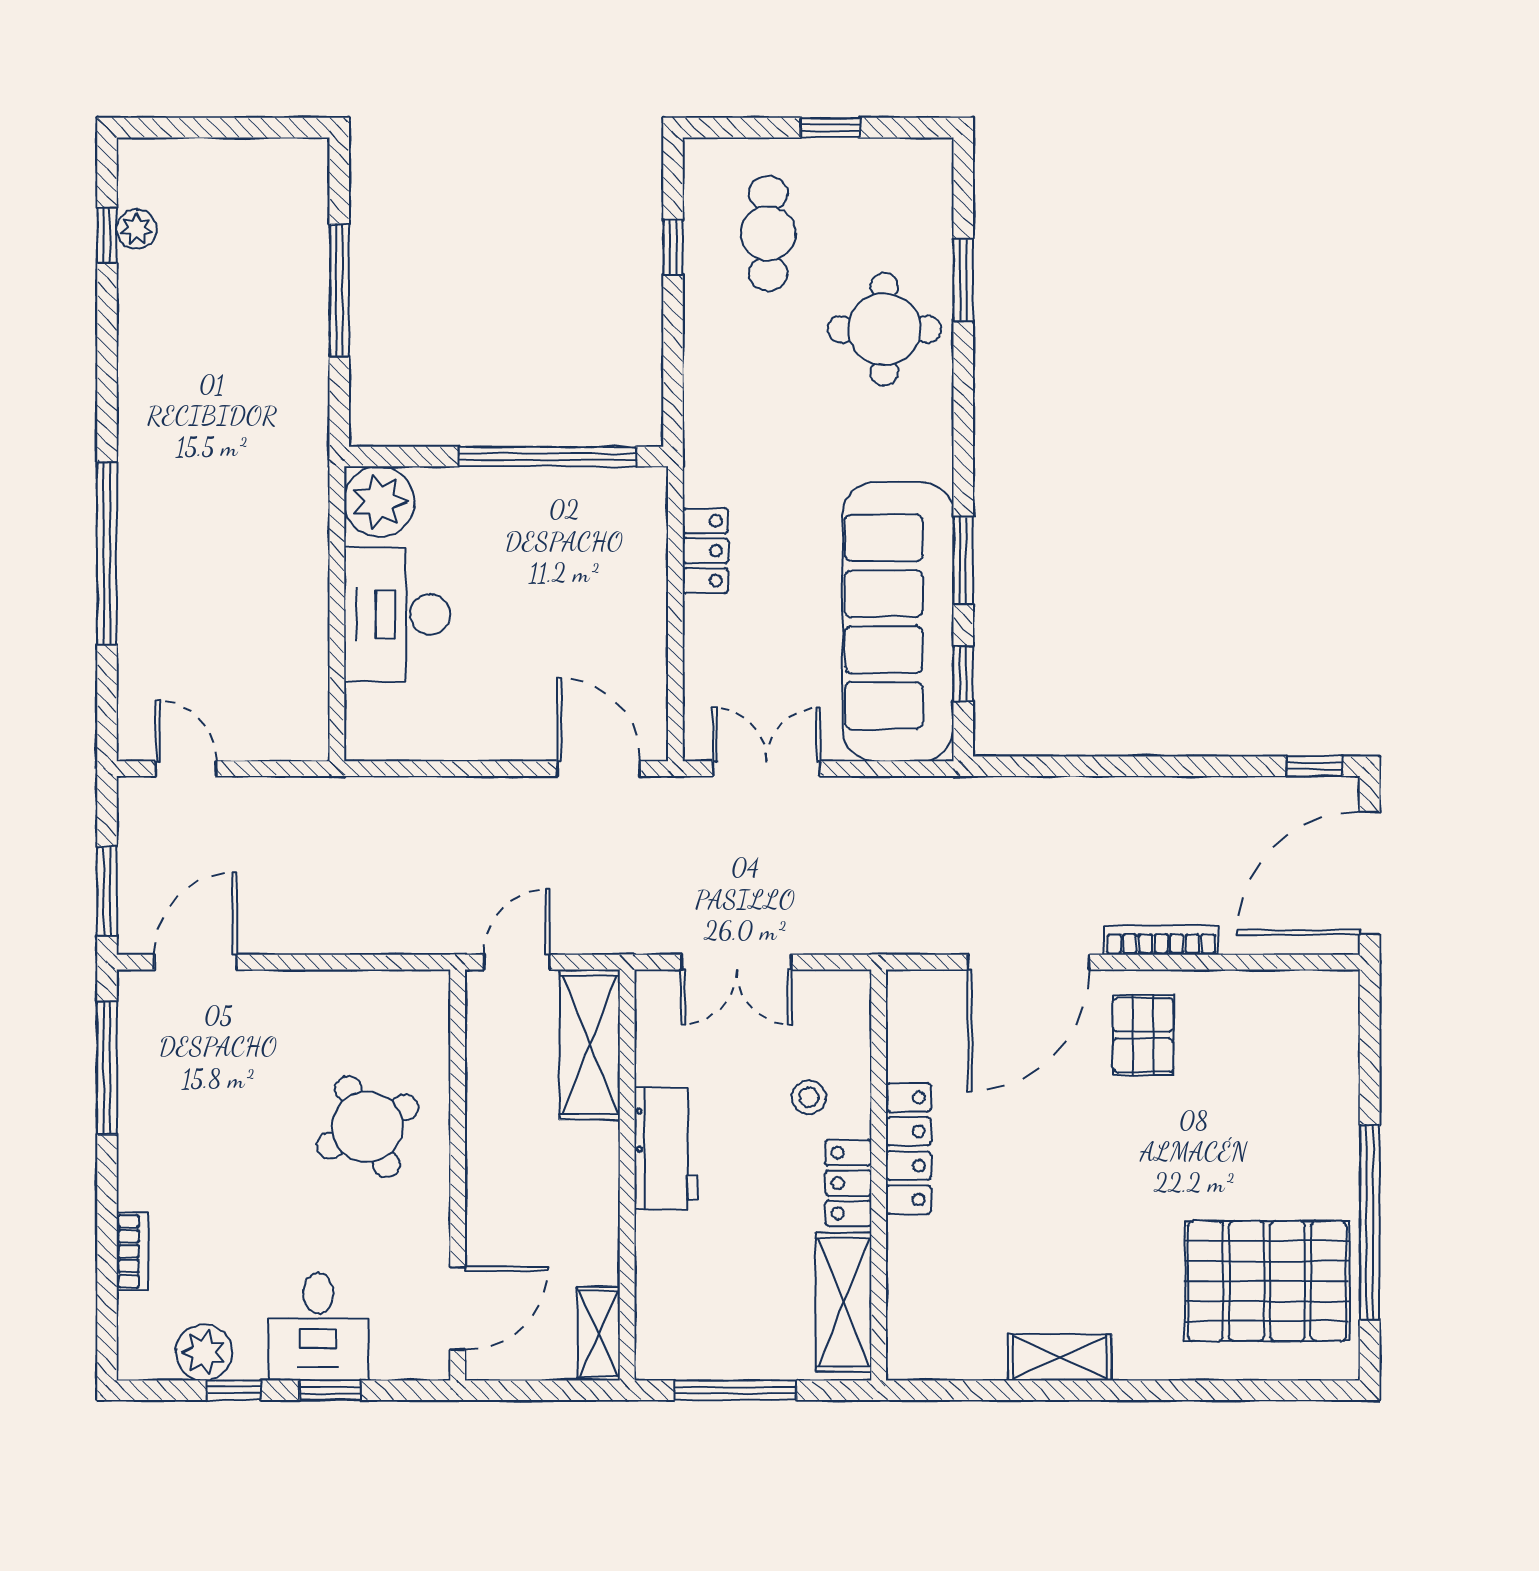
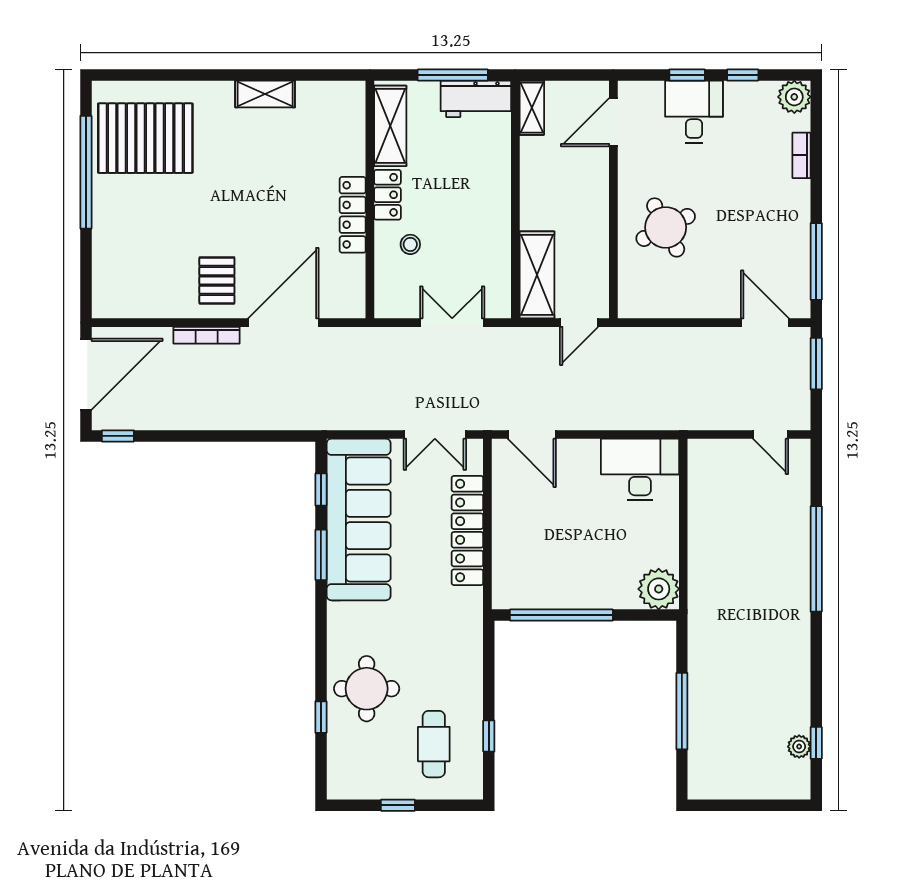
window: (963, 280) -> (321, 717), width x0.67
locker: (705, 551) -> (467, 530), width x2.16, depth x1.21
desk: (397, 615) -> (640, 469), moved, turned -90
door: (196, 962) -> (765, 323), swing flipped
workbench: (666, 1148) -> (476, 99), moved, turned -90
plant: (204, 1352) -> (794, 97), moved

